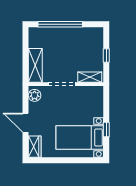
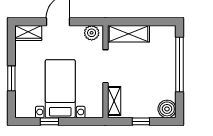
boiler: (96, 34) -> (167, 109), added
bed with nightstands: (80, 137) -> (60, 89), moved
window: (72, 160) -> (11, 78), added

